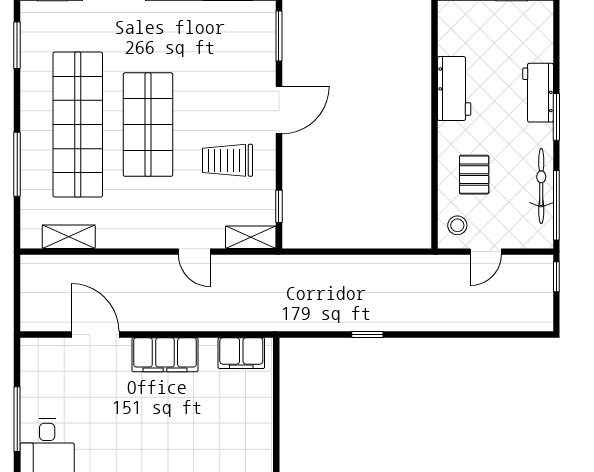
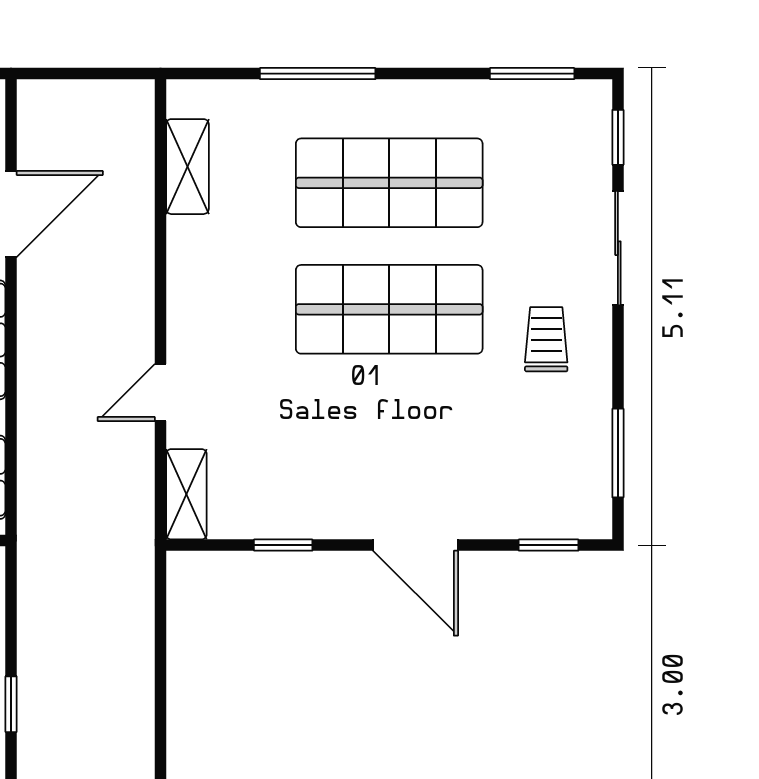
window: (279, 36) -> (549, 545), width x0.67
shop shelf: (78, 125) -> (389, 183), width x0.71
trolley: (227, 160) -> (546, 339), moved, width x0.73, depth x0.72
window: (279, 206) -> (283, 545), moved

